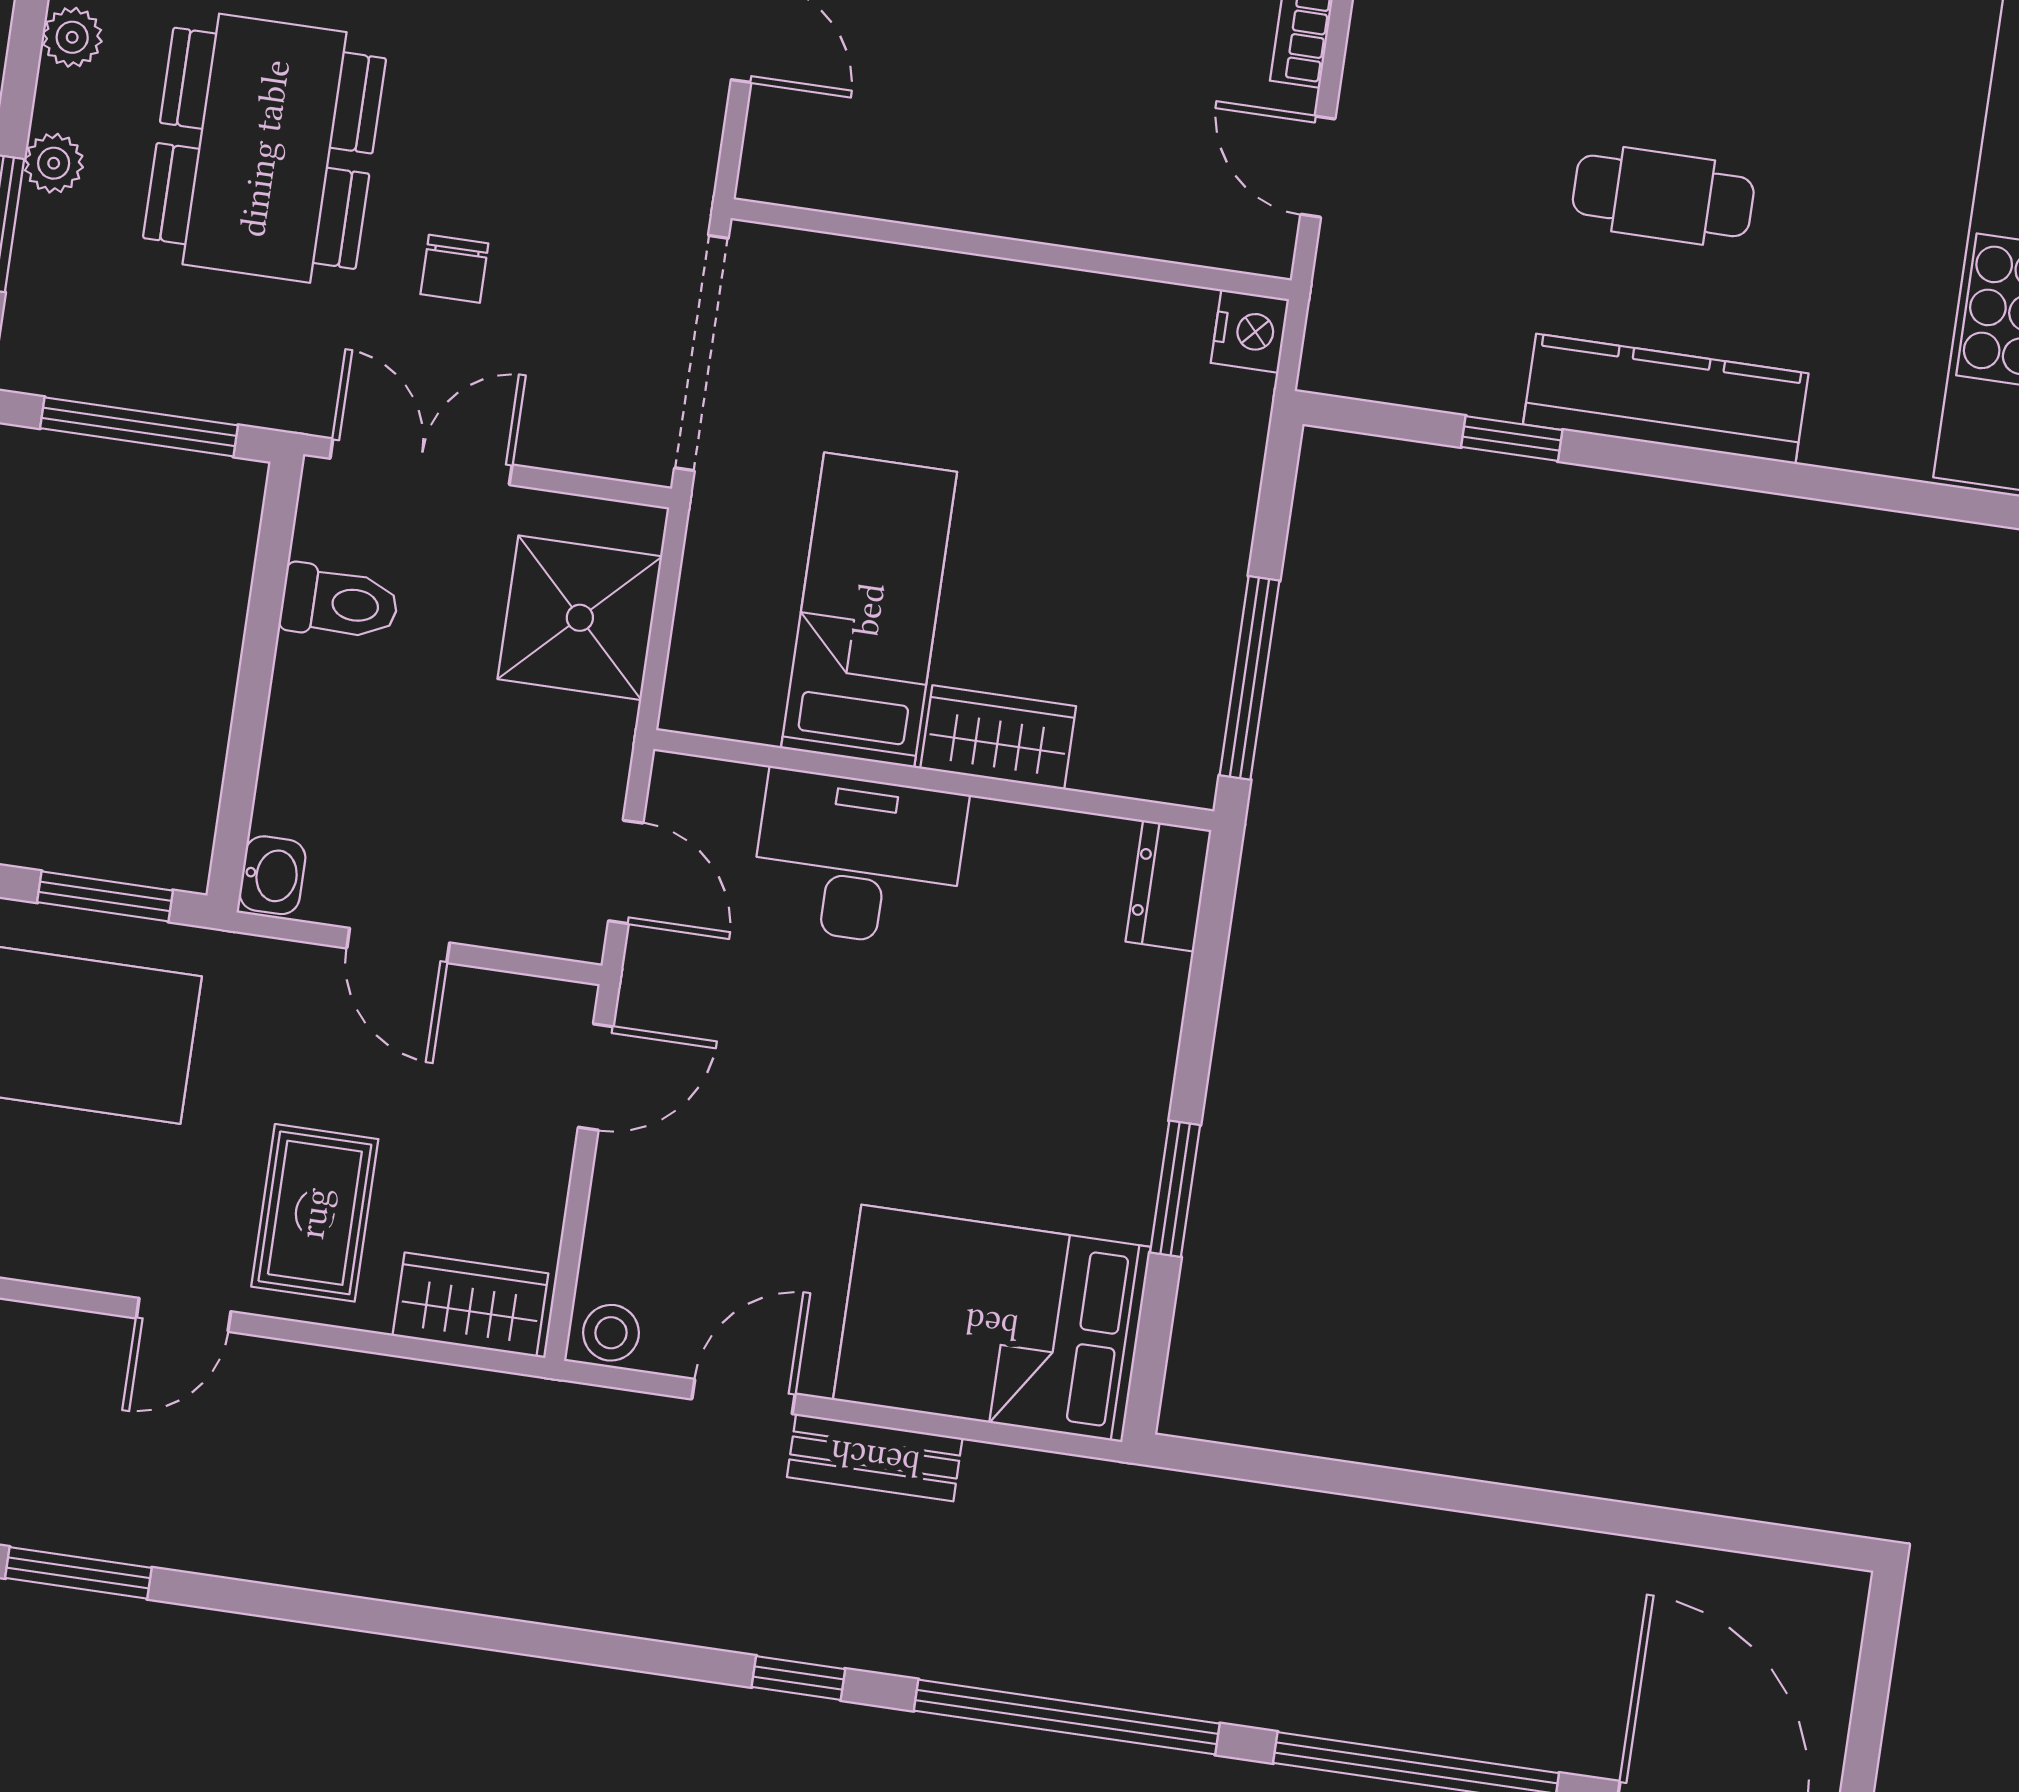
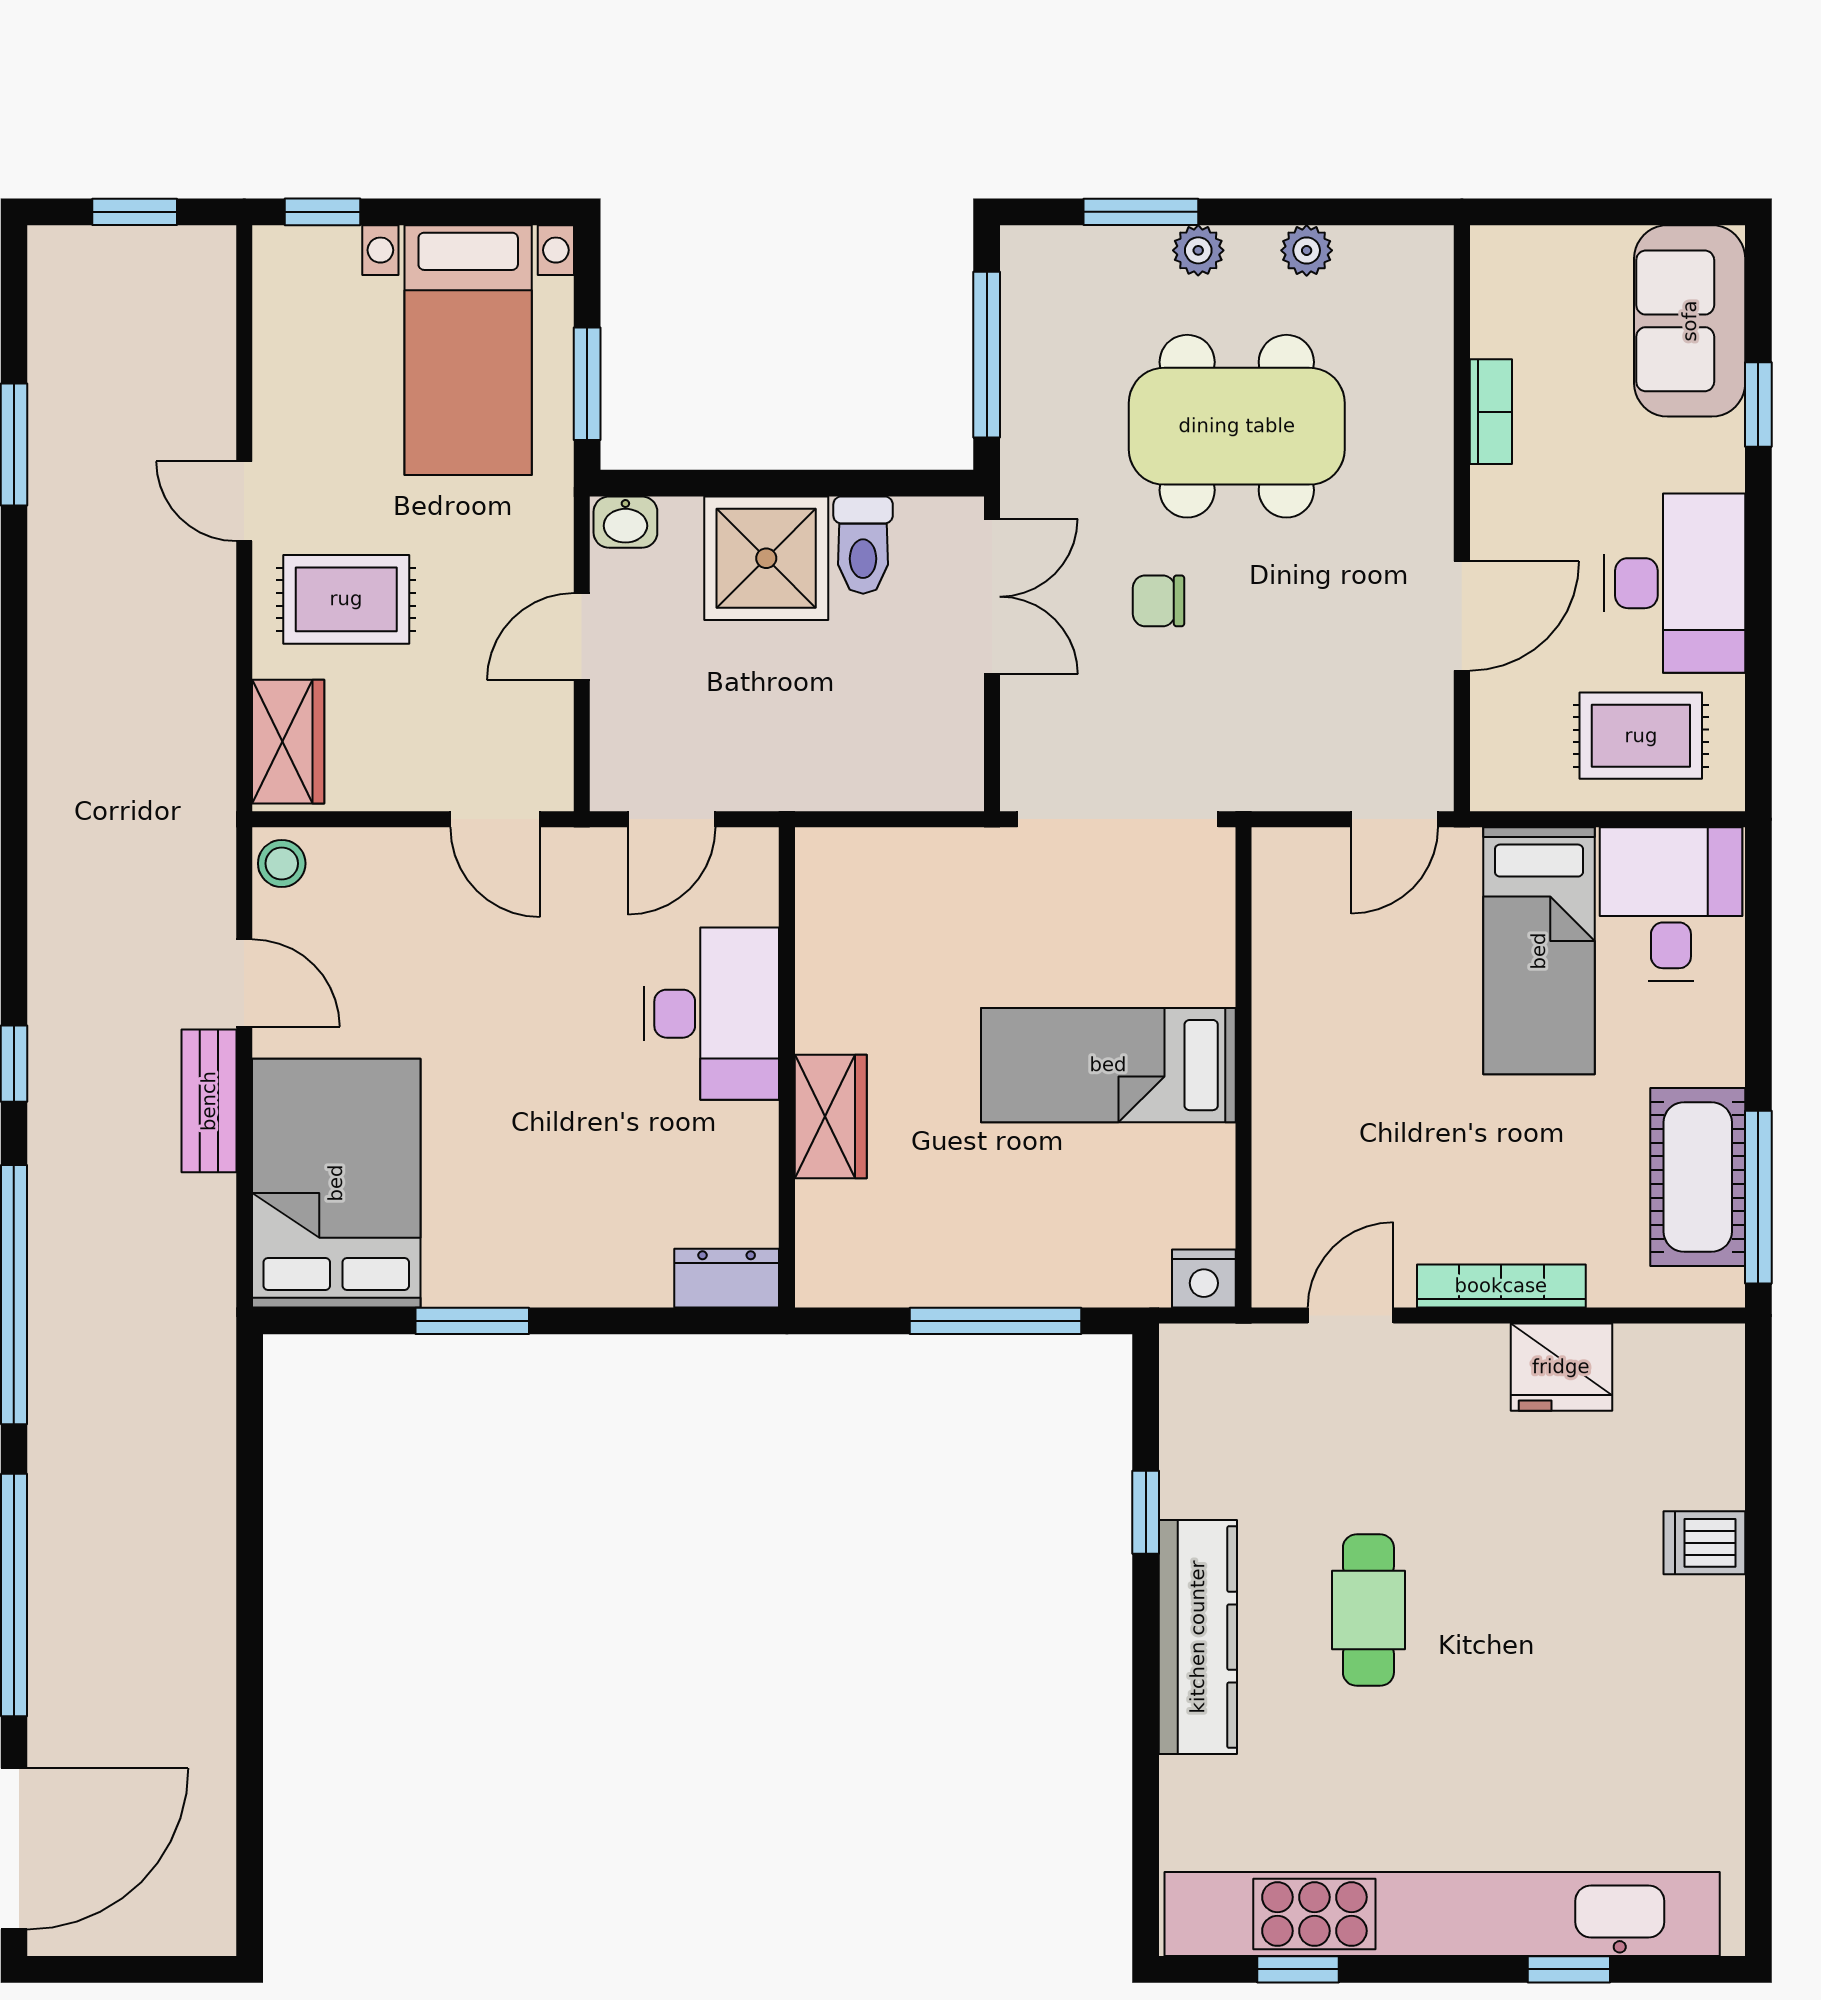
bed: (869, 610) -> (1108, 1065), moved, turned 180
shower: (580, 618) -> (766, 558), moved
window: (1250, 678) -> (996, 1321), moved

